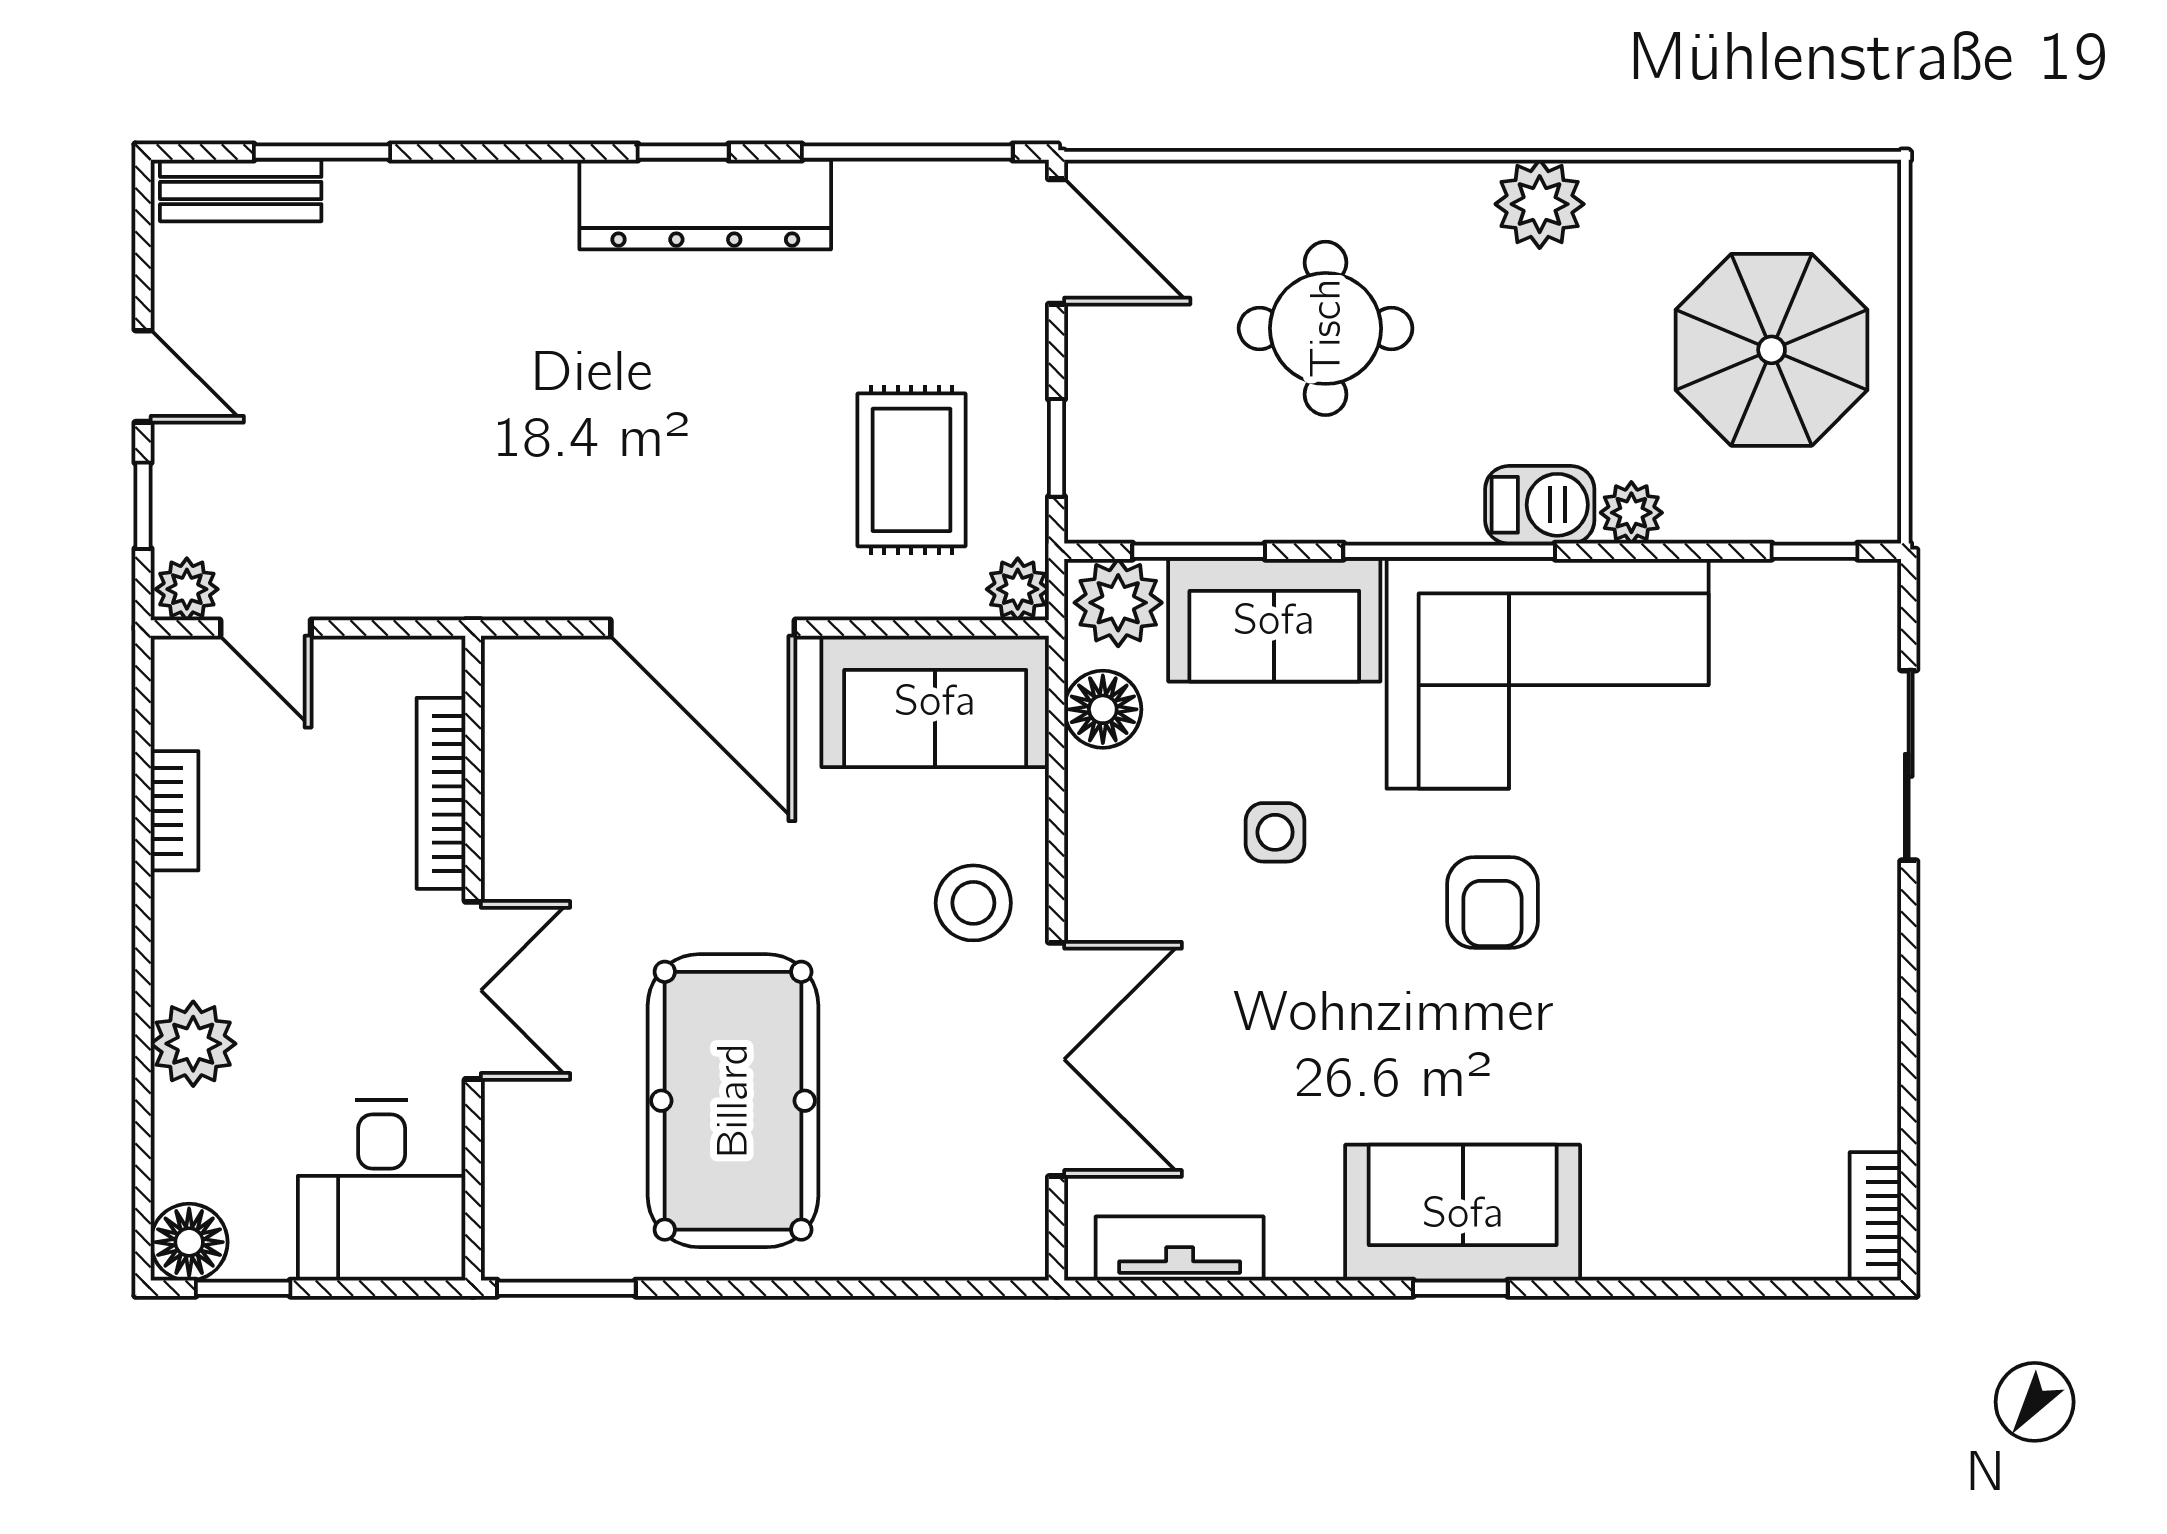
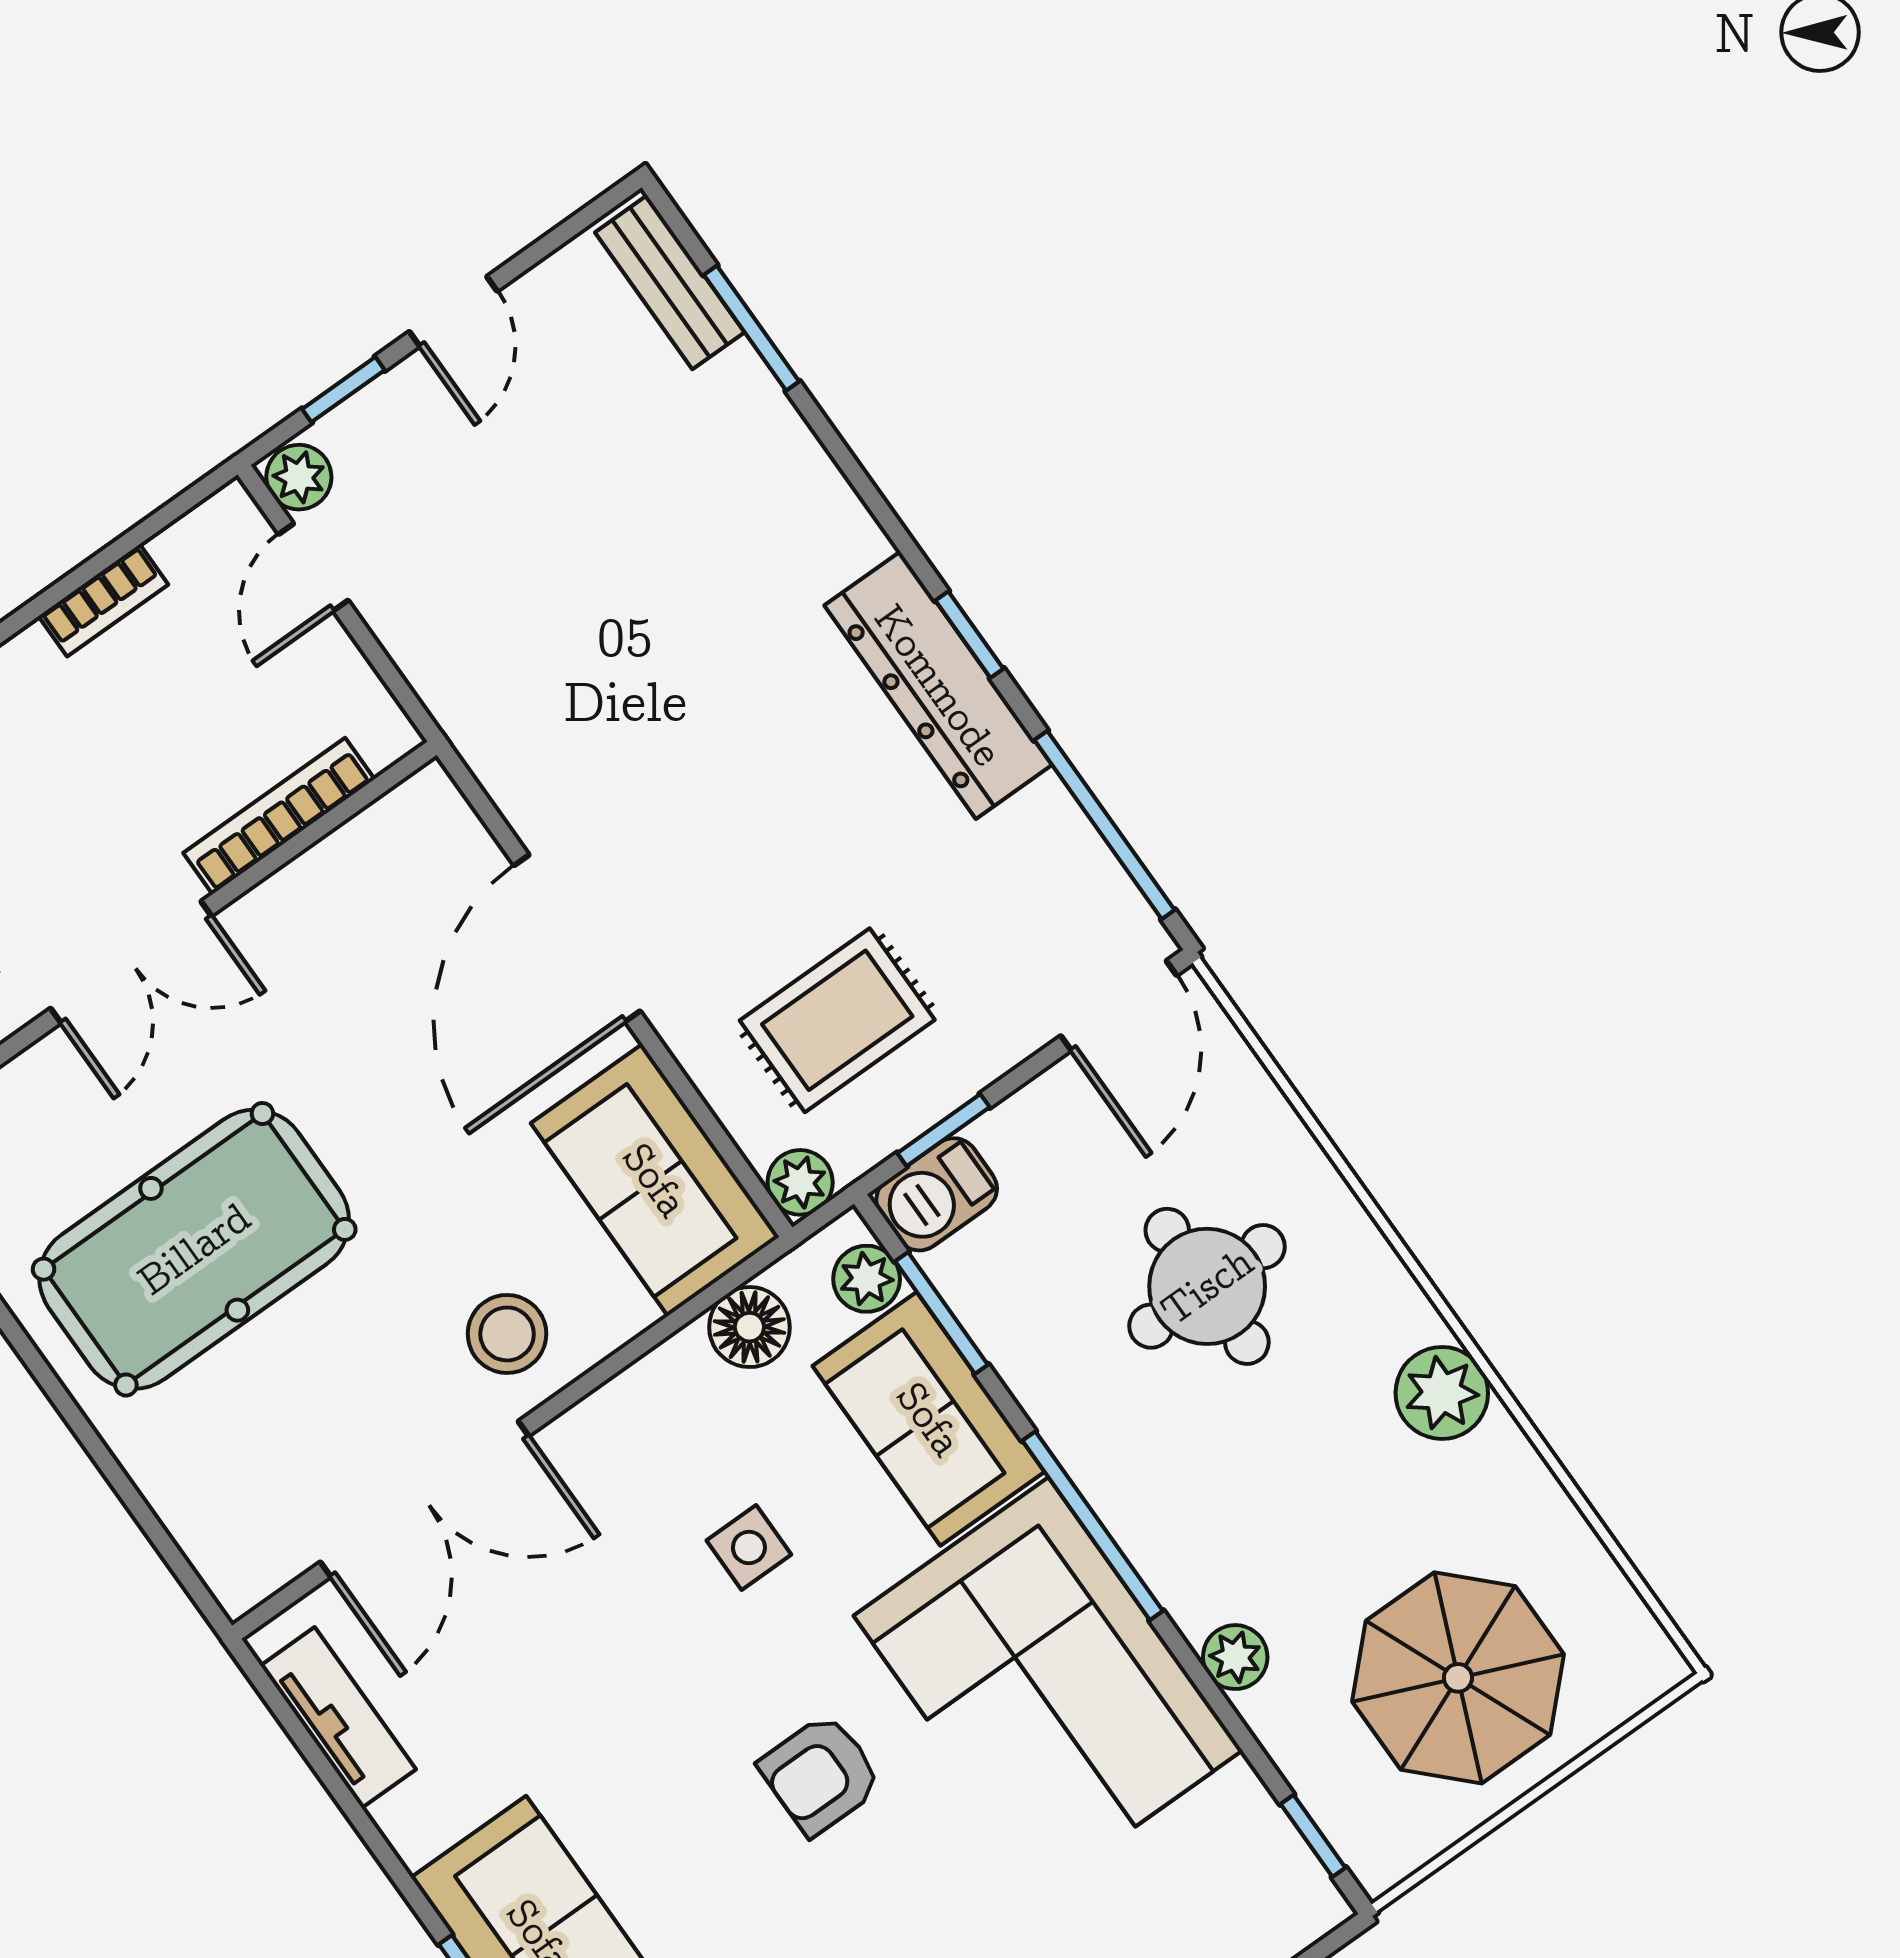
barbecue: (1540, 505) -> (937, 1194), moved, turned 90
plant: (1118, 603) -> (867, 1279), width x0.73, depth x0.73

